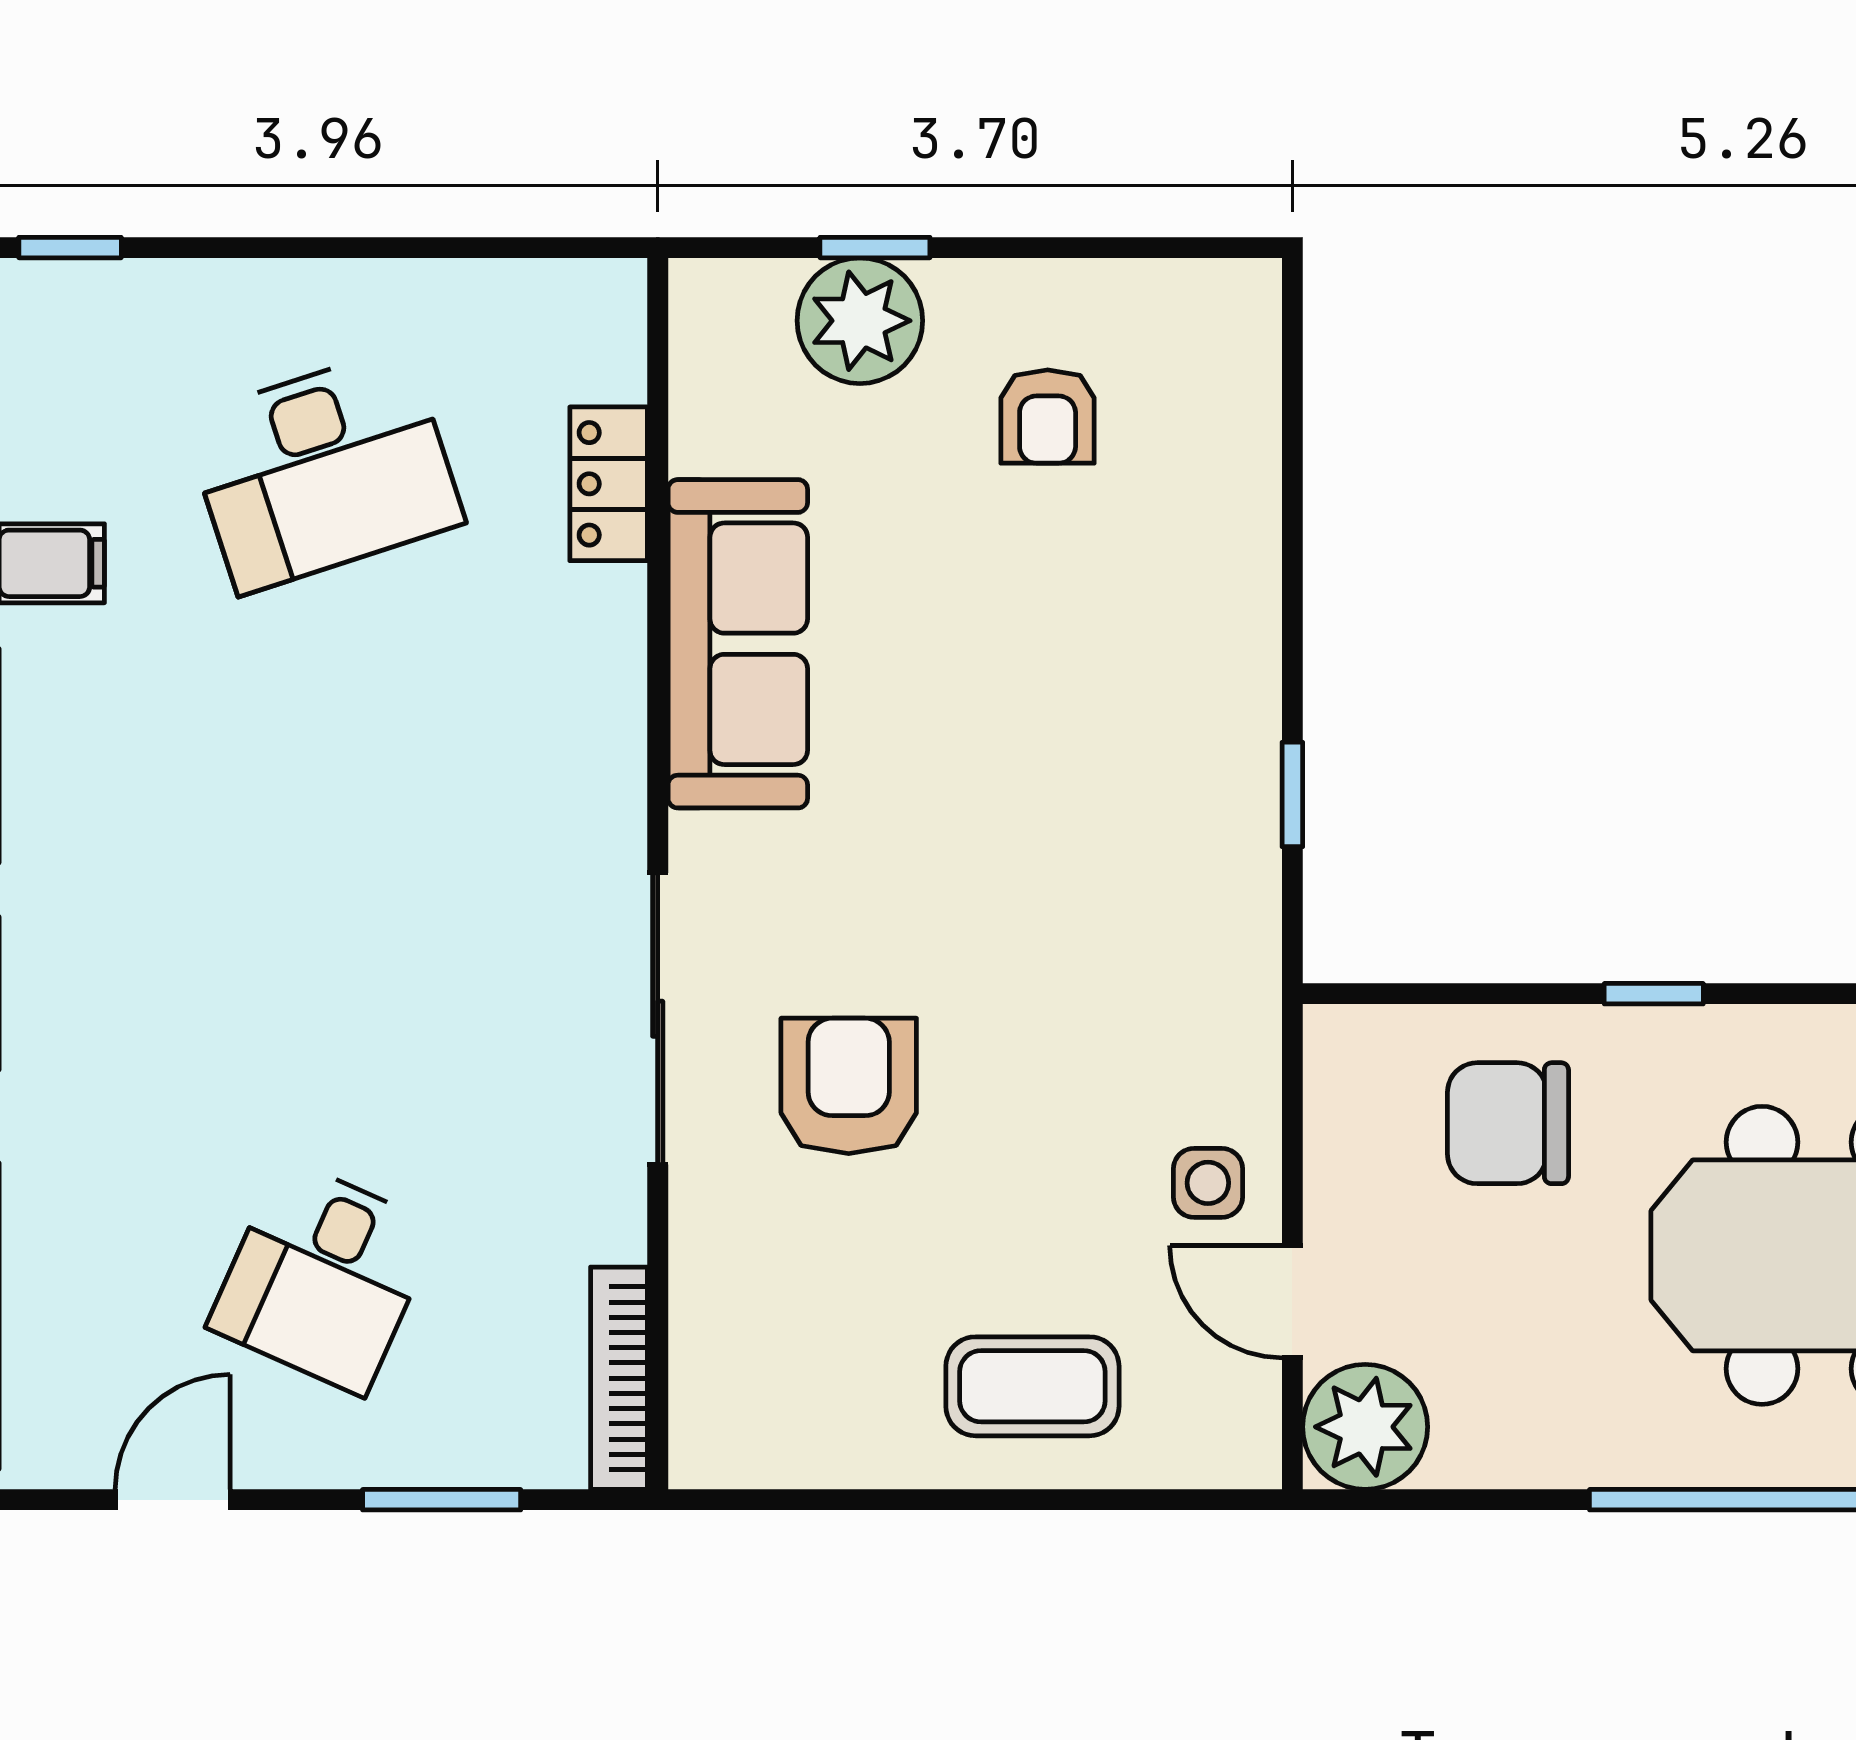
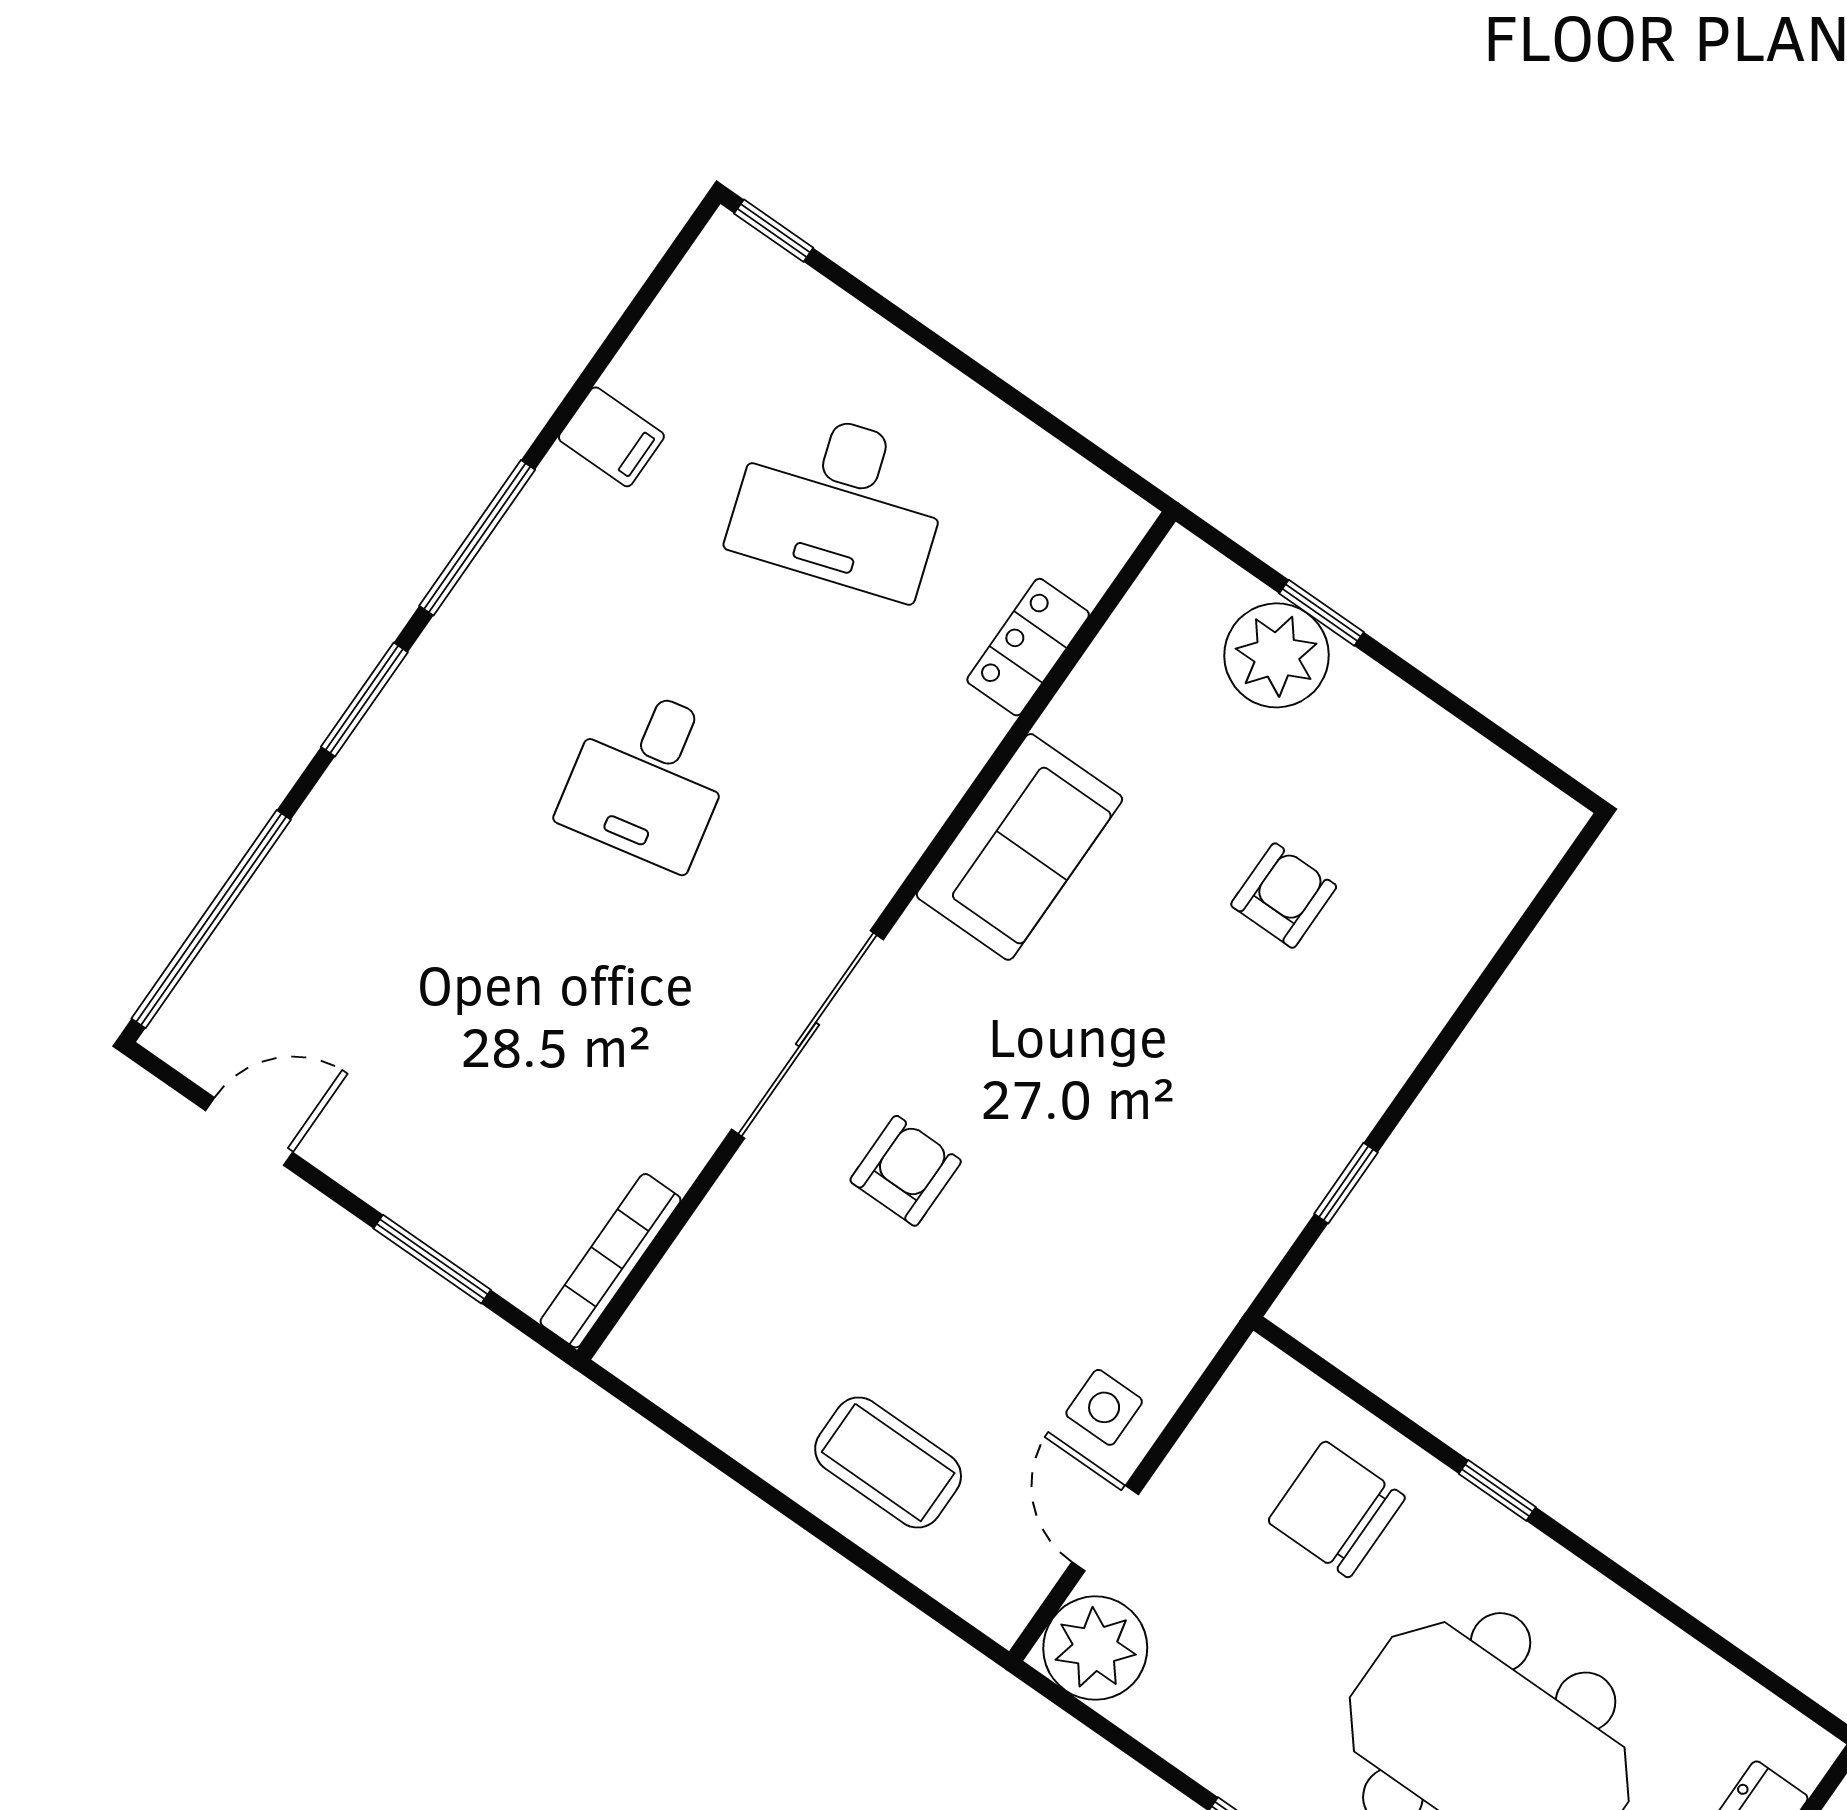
armchair: (1048, 416) -> (1284, 896), moved, turned 180
sofa: (738, 644) -> (1019, 847), width x0.73
armchair: (849, 1086) -> (906, 1171), width x0.72, depth x0.72
desk: (323, 1277) -> (649, 777), moved, turned -36

